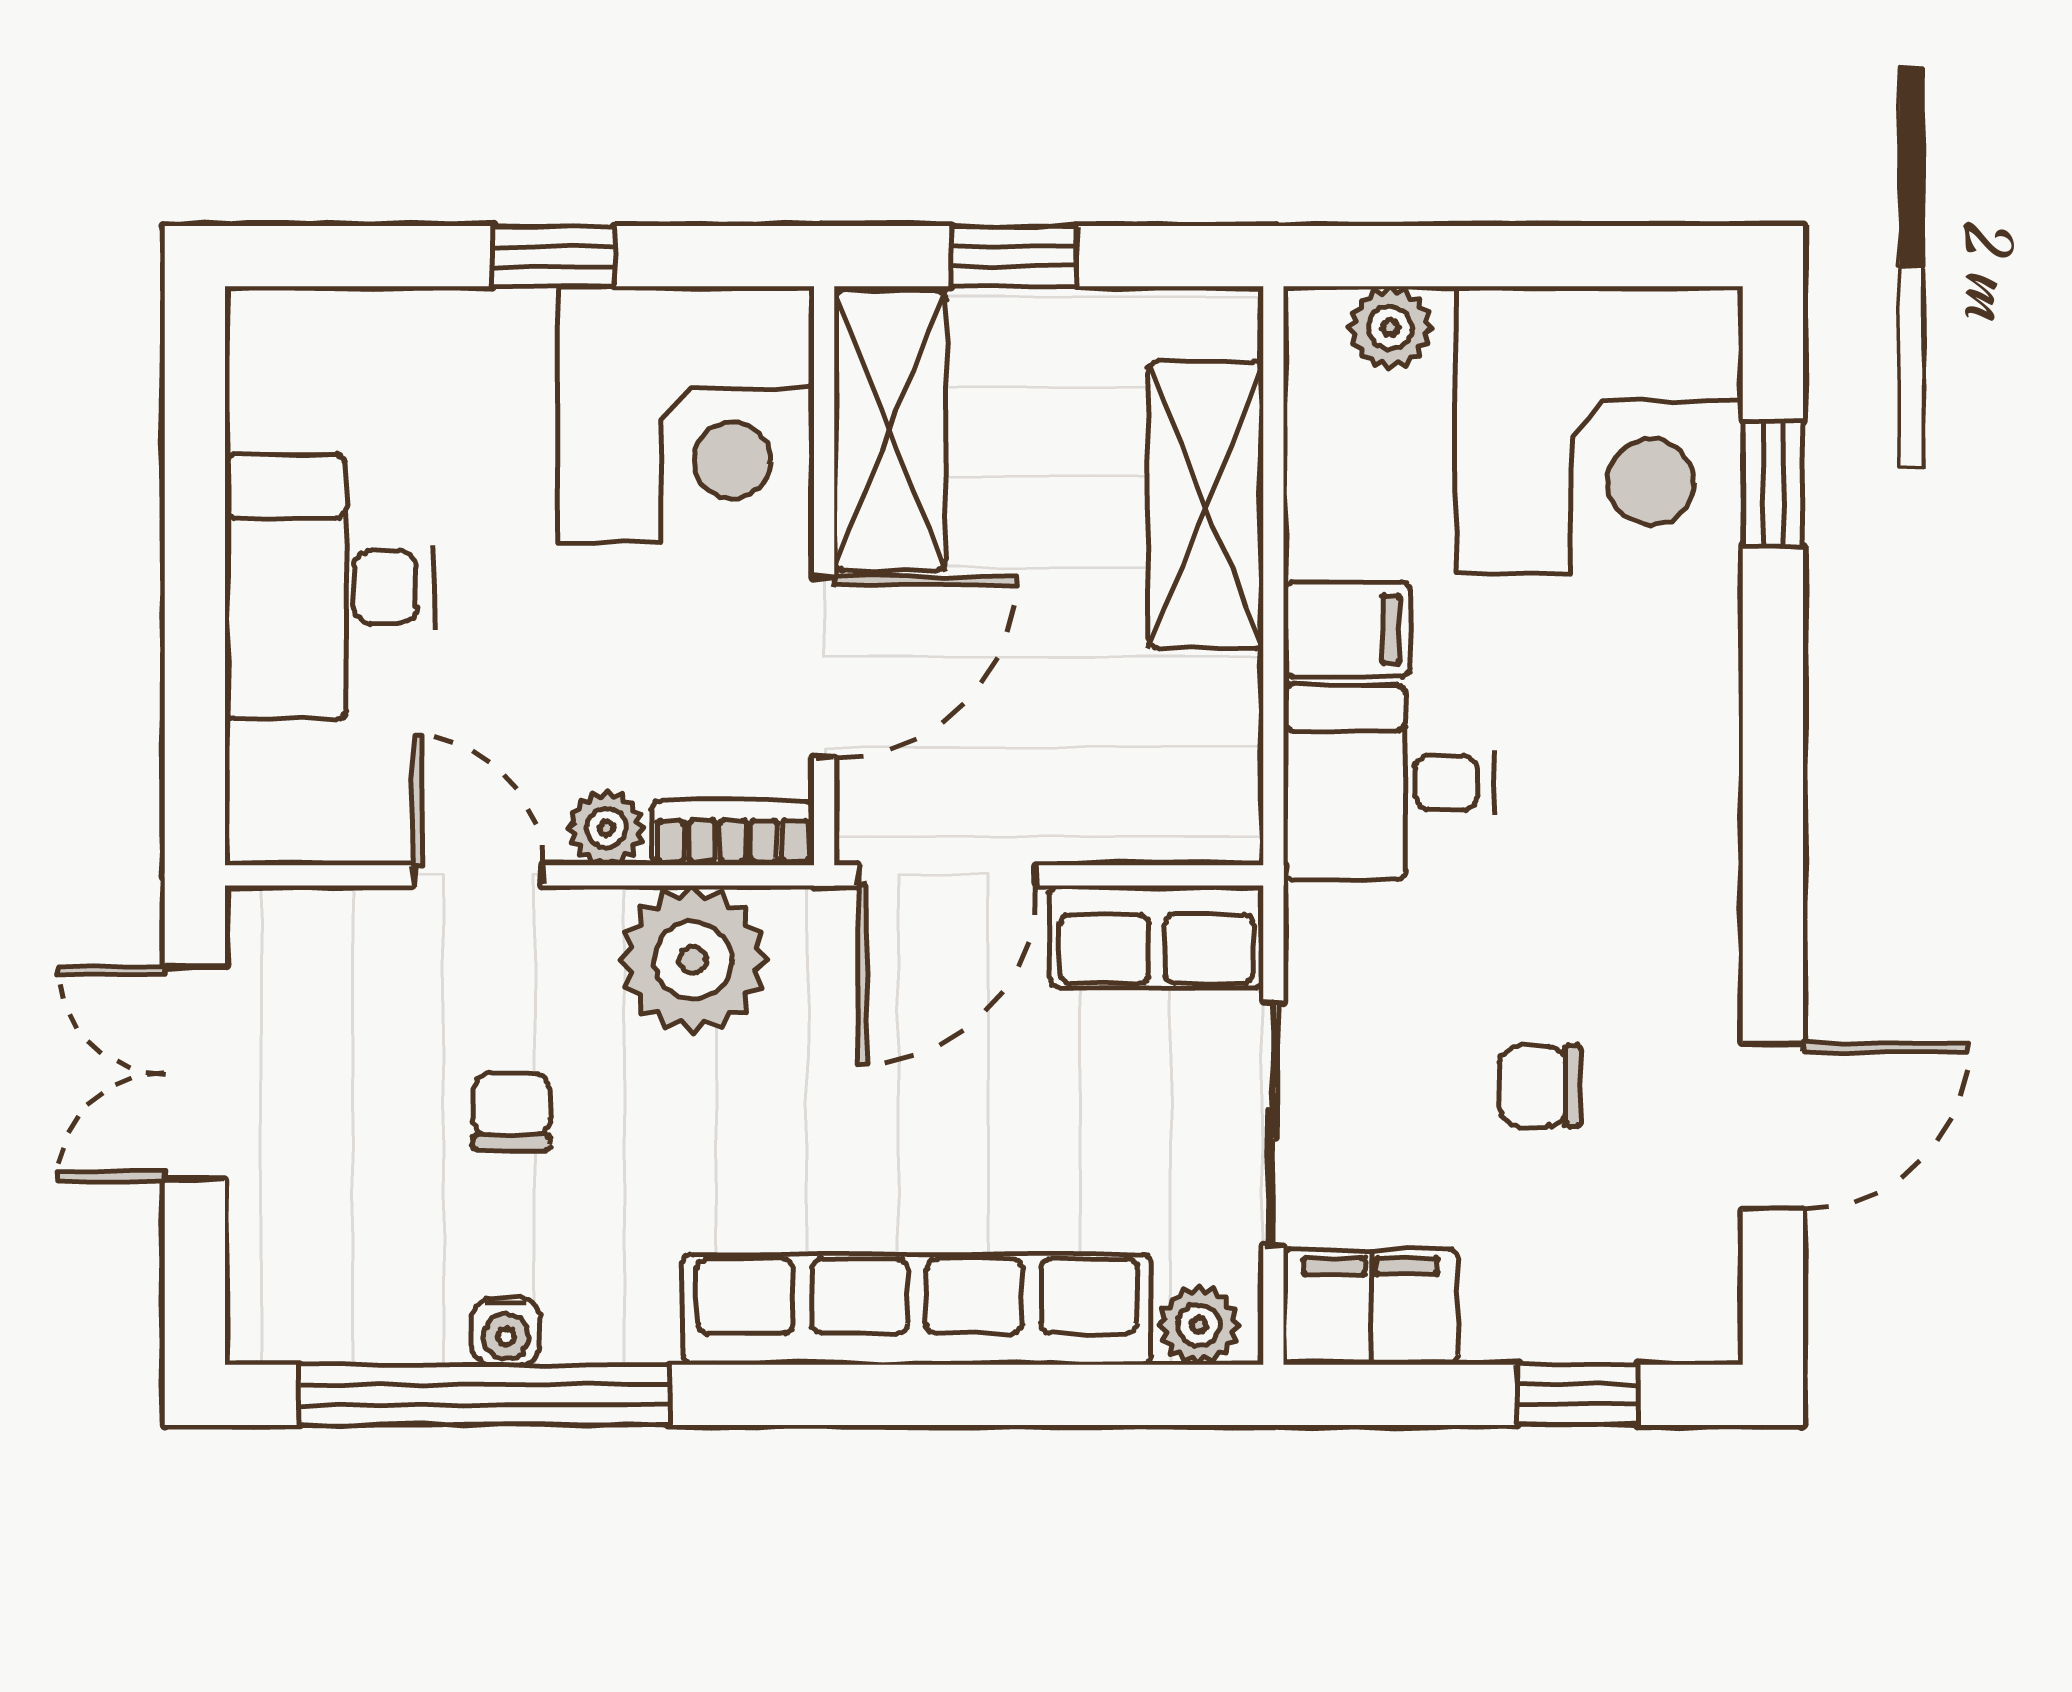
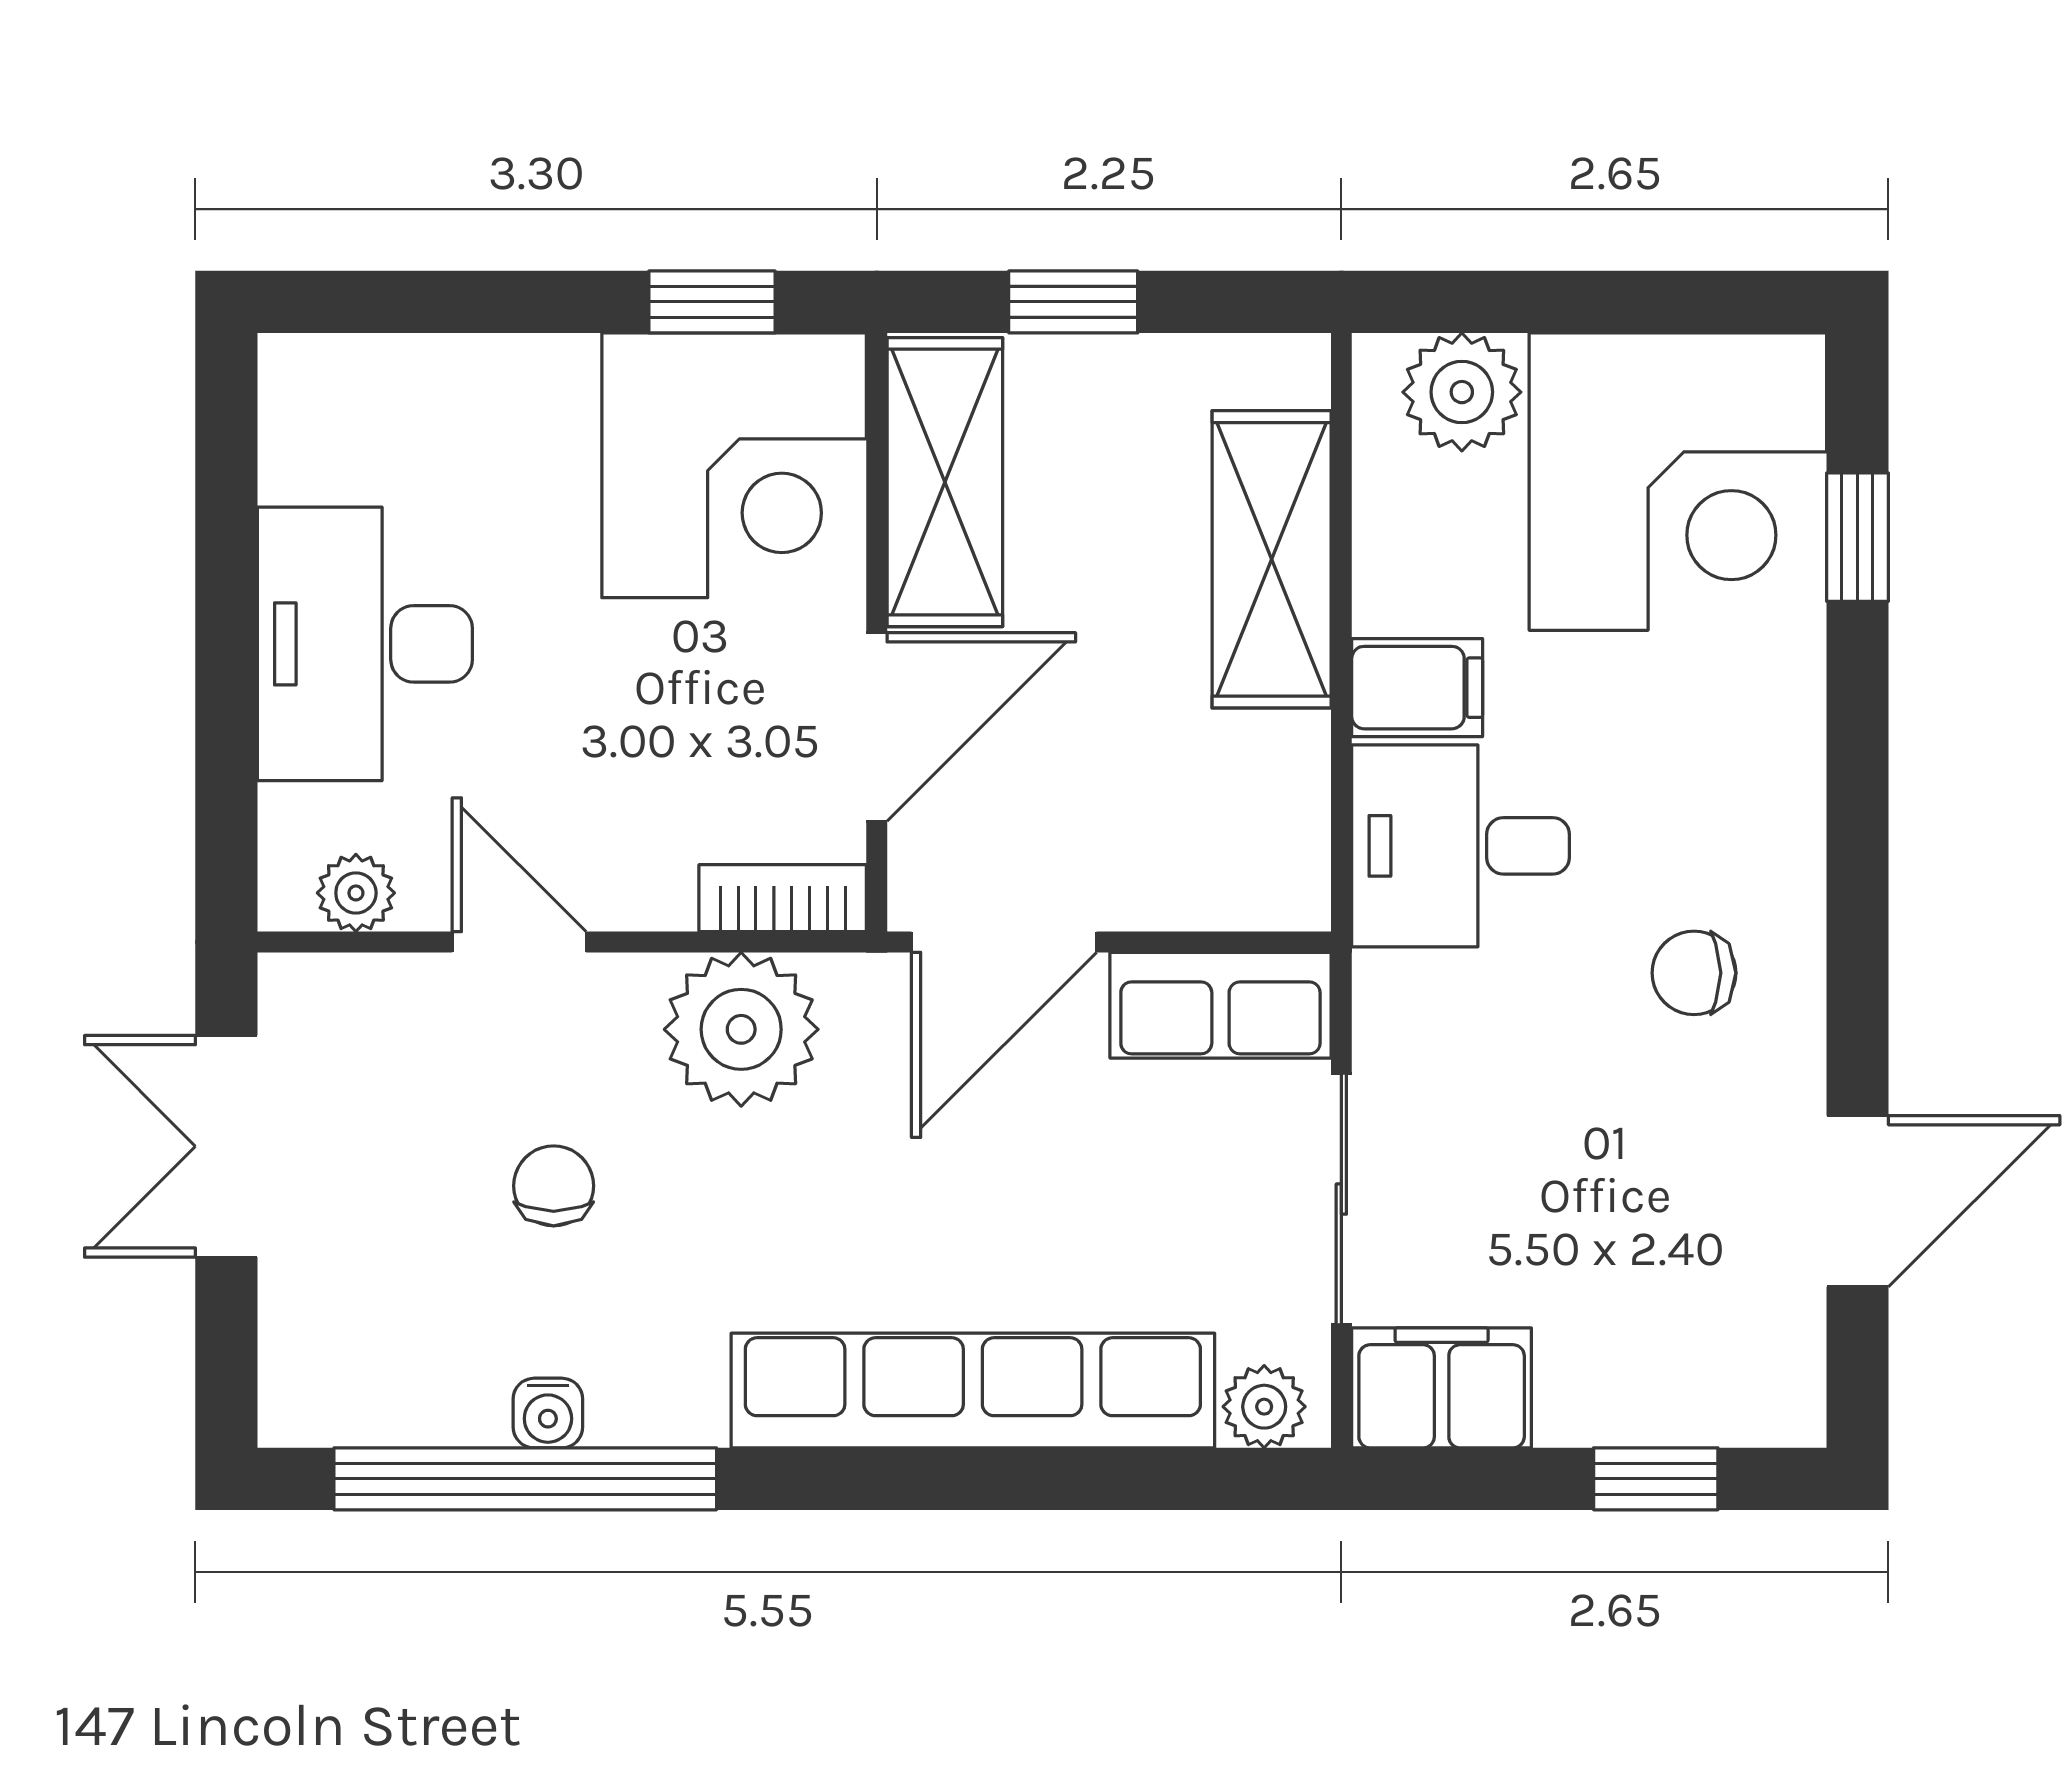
window: (554, 256) -> (712, 302), moved
plant: (1390, 328) -> (1462, 392), width x1.38, depth x1.38
plant: (607, 828) -> (356, 893), moved
chair: (1541, 1086) -> (1694, 973), moved

